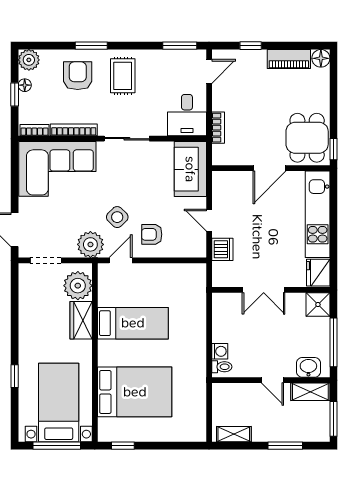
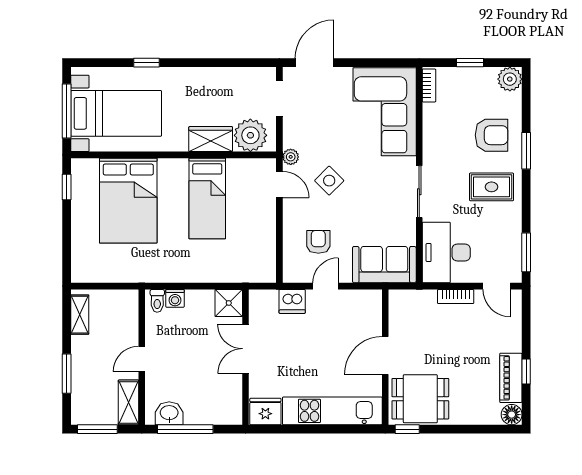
window: (251, 46) -> (526, 372), moved
floor lamp: (25, 85) -> (481, 74), removed
desk: (187, 115) -> (446, 253), width x1.37
bookcase: (218, 128) -> (456, 297), moved
bookcase: (74, 130) -> (429, 131), removed
door: (269, 168) -> (385, 356), hinge flipped
armchair: (152, 234) -> (318, 242), moved
plant: (90, 244) -> (291, 157), width x0.53, depth x0.53
shower: (318, 305) -> (229, 303), moved
washbasin: (308, 367) -> (169, 413), moved, turned -90

